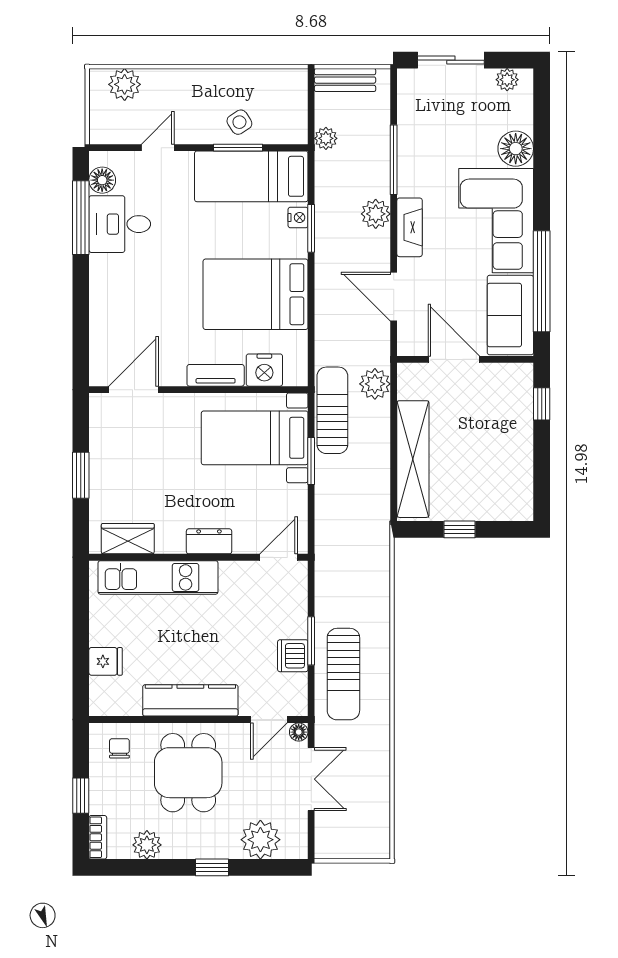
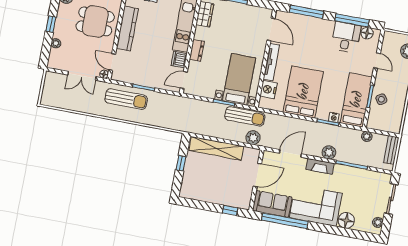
window: (81, 320) -> (307, 12), added
tv unit: (216, 375) -> (271, 62), width x1.41
door: (279, 557) -> (184, 80), swing flipped
dishwasher: (293, 656) -> (179, 60), moved, turned -90
sun lounger: (343, 674) -> (126, 99), turned 180
plant: (260, 840) -> (56, 43), width x0.53, depth x0.53

